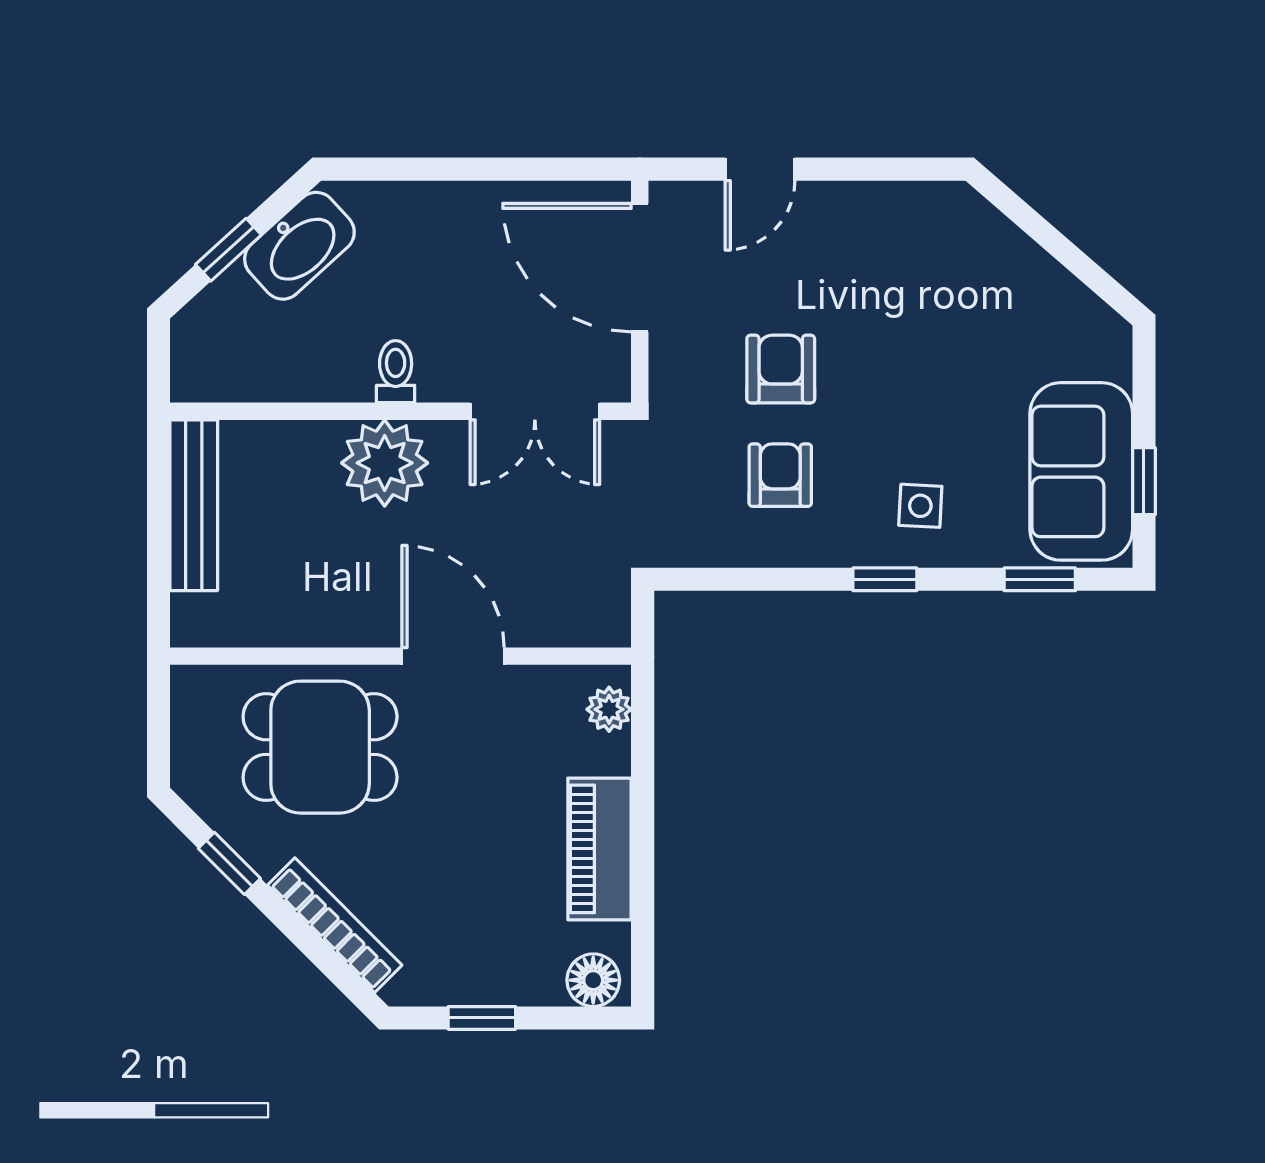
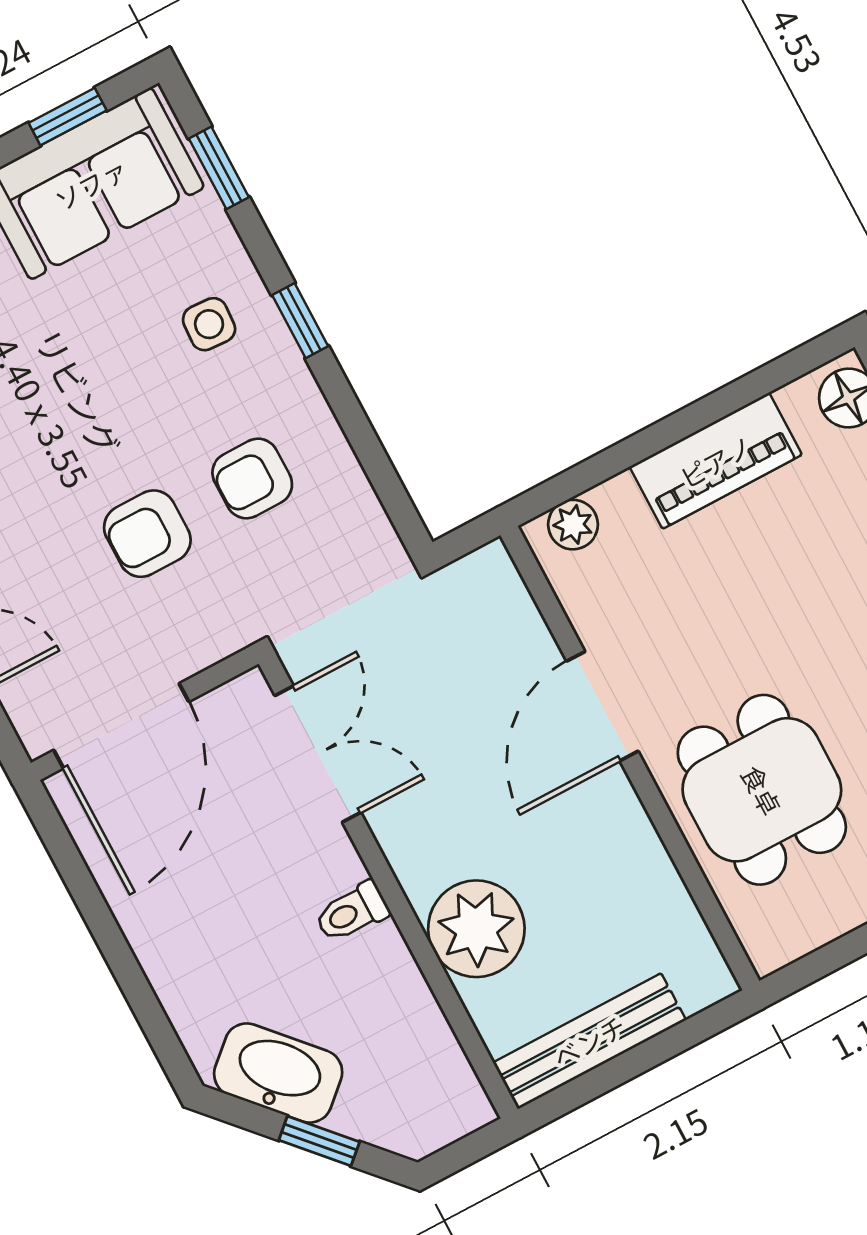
plant: (385, 463) -> (476, 929), moved

